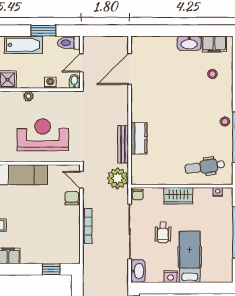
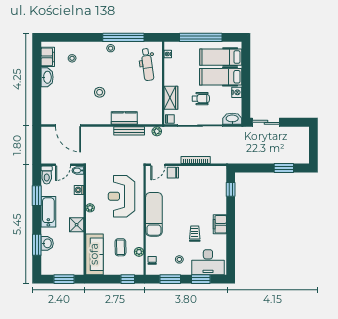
door: (81, 63) -> (63, 165), hinge flipped
stool: (171, 108) -> (100, 92), added
plant: (118, 178) -> (157, 131), width x0.53, depth x0.53
wardrobe: (178, 196) -> (171, 98), moved
hospital bed: (214, 257) -> (221, 57), added

